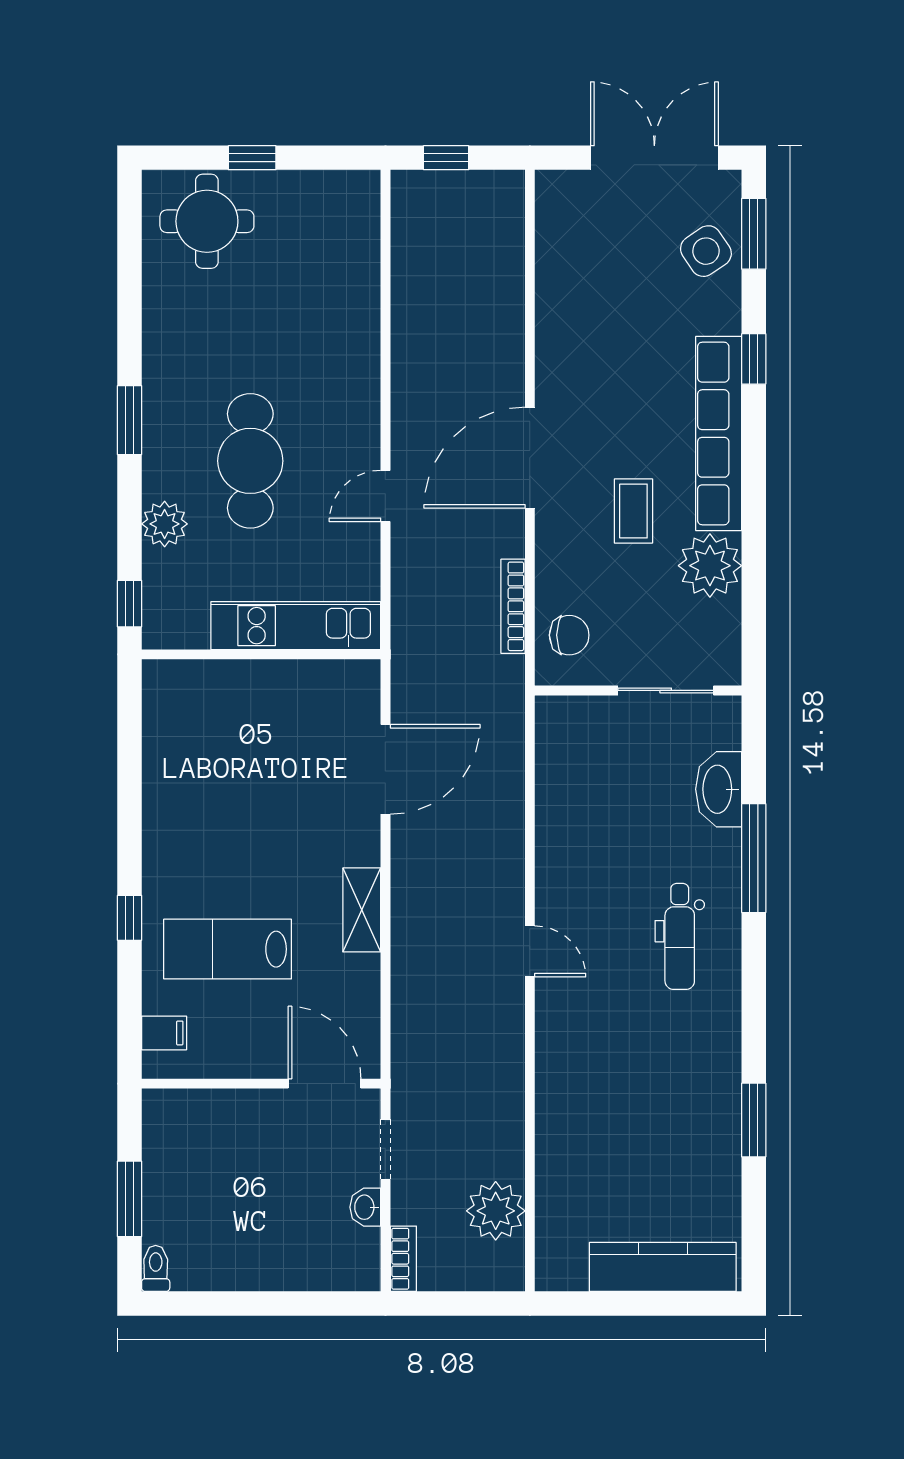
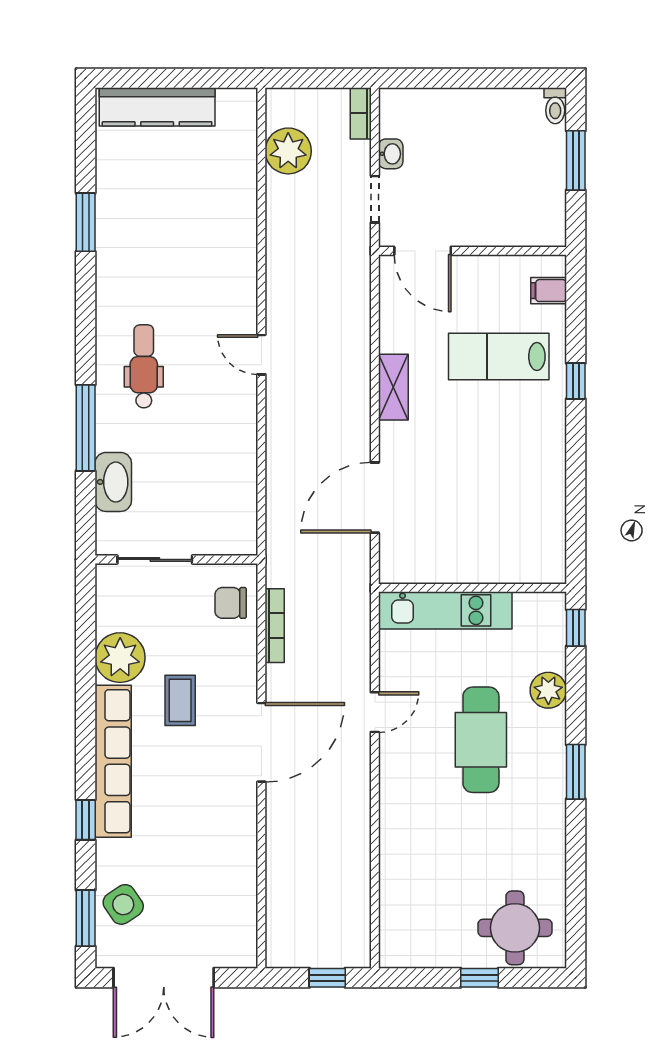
lab bench: (228, 949) -> (499, 356), turned 180

